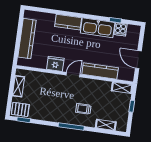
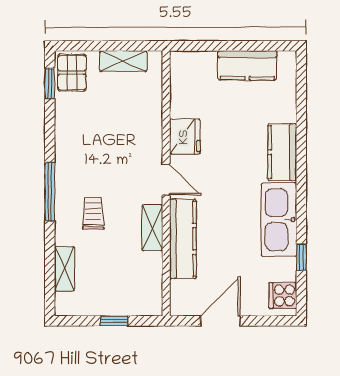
cooker: (120, 29) -> (283, 295), moved
kitchen counter: (27, 39) -> (247, 65), width x0.67
shelving: (122, 88) -> (152, 228), moved

